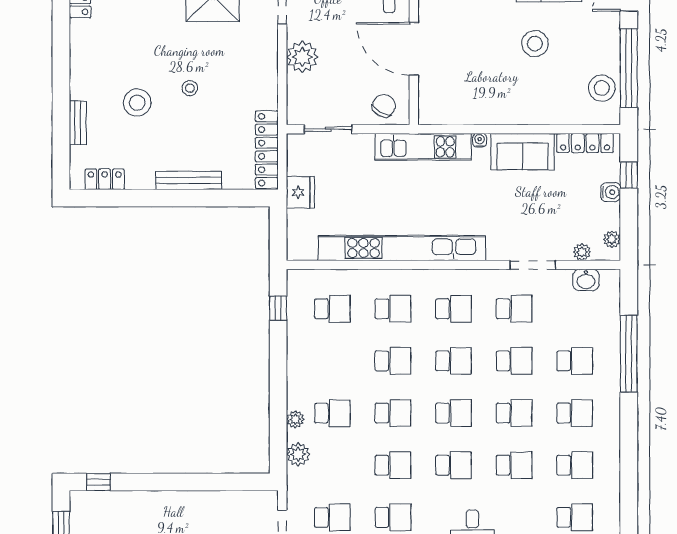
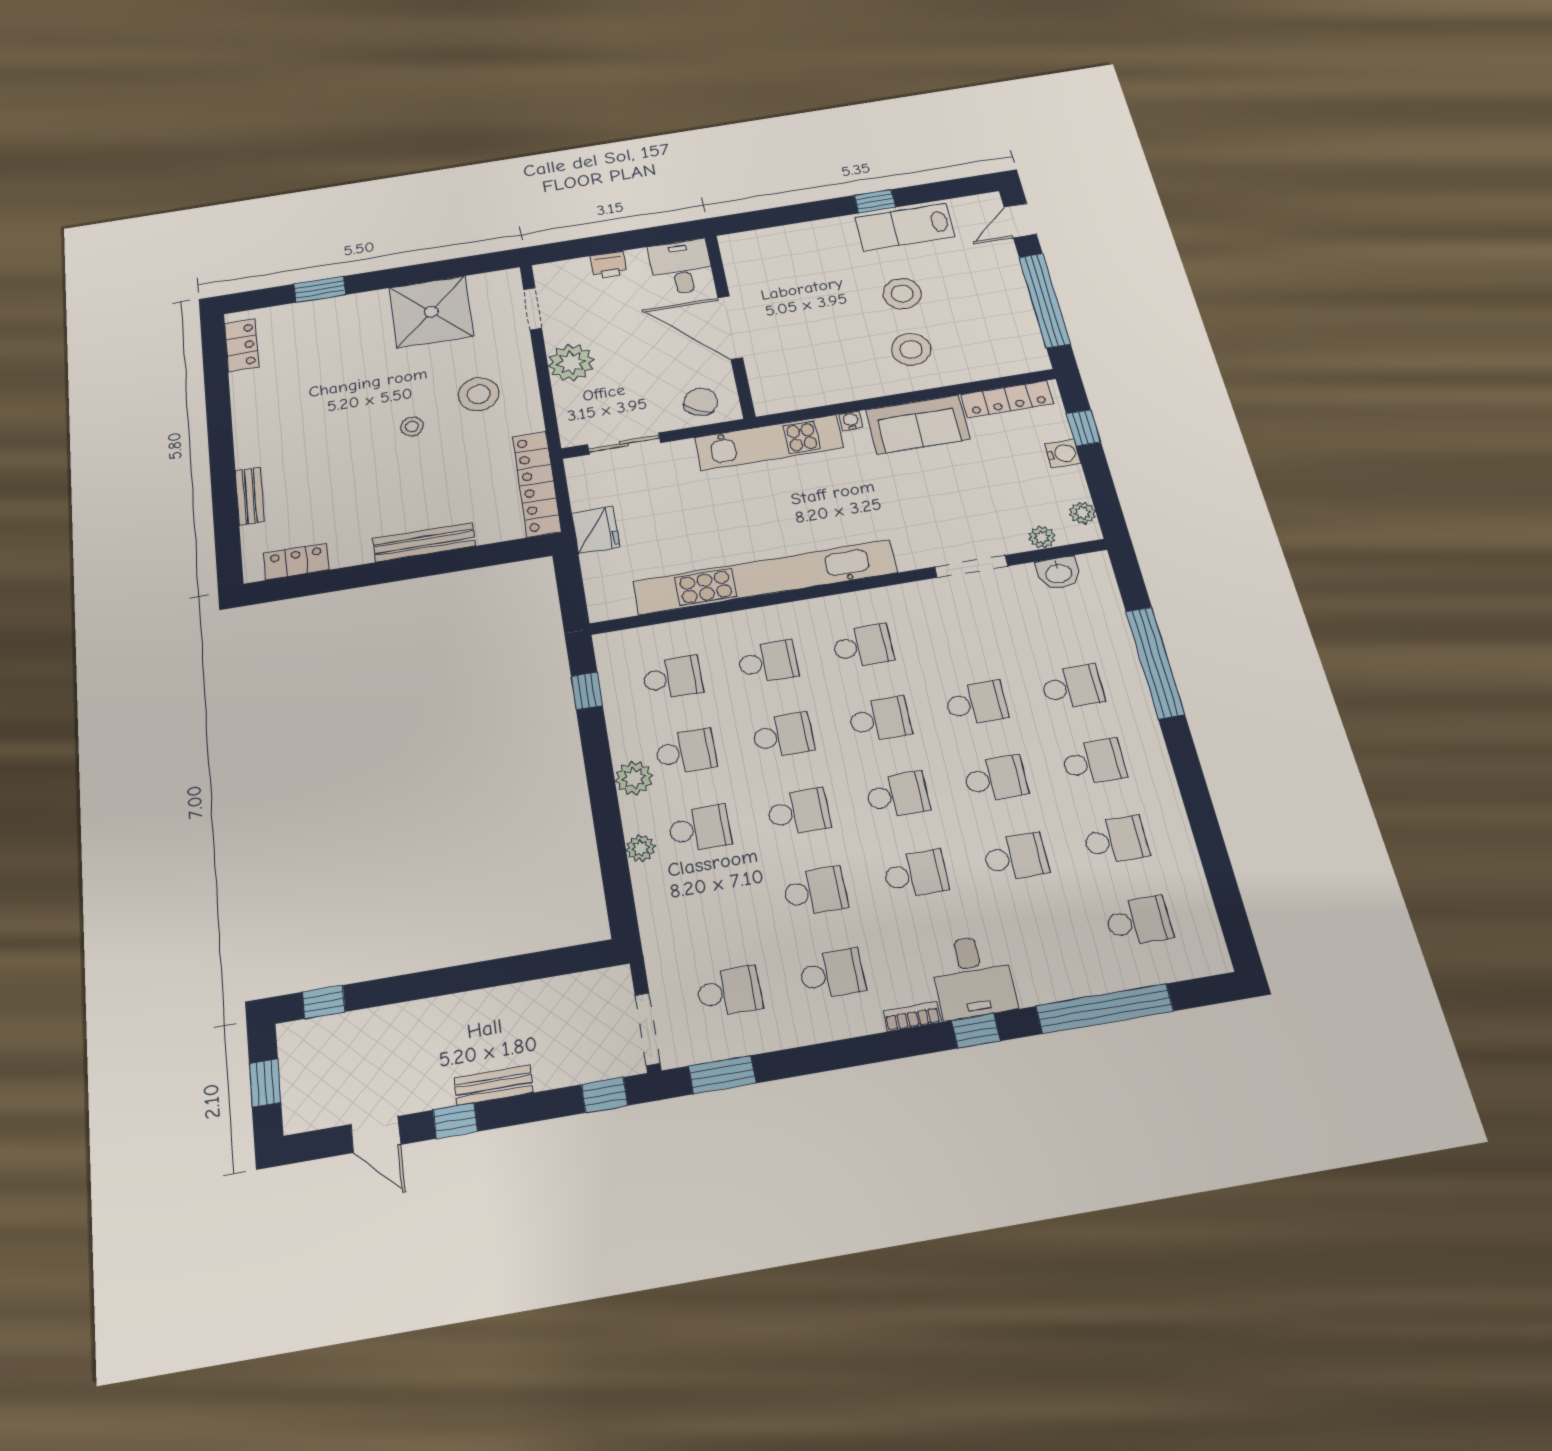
stool: (602, 88) -> (911, 349), moved
stool: (137, 103) -> (479, 394), moved
school desk: (514, 309) -> (686, 752), moved
plant: (298, 454) -> (634, 778), moved

